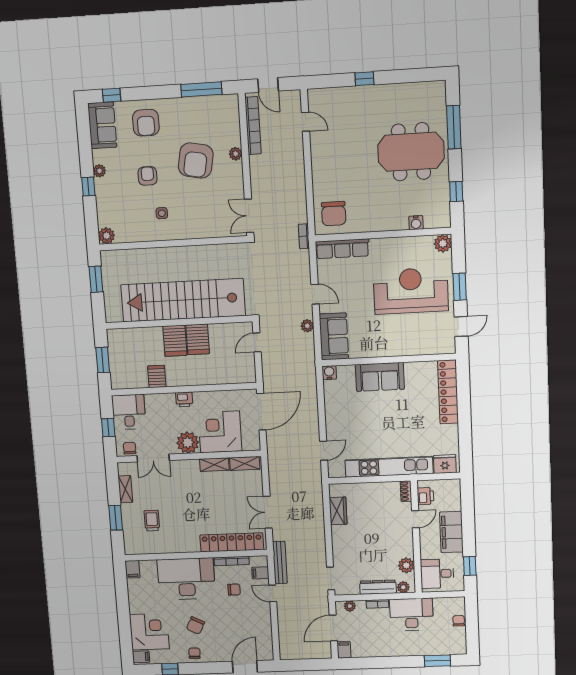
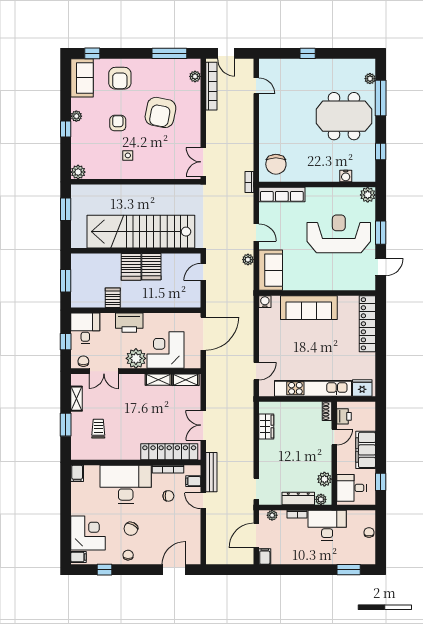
plant: (440, 105) -> (370, 79), added
plant: (236, 154) -> (195, 76), moved
sofa: (380, 377) -> (309, 308), width x1.36
printer: (184, 399) -> (129, 323), width x1.87, depth x1.48

